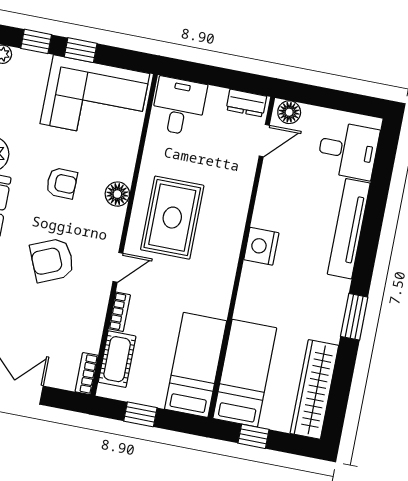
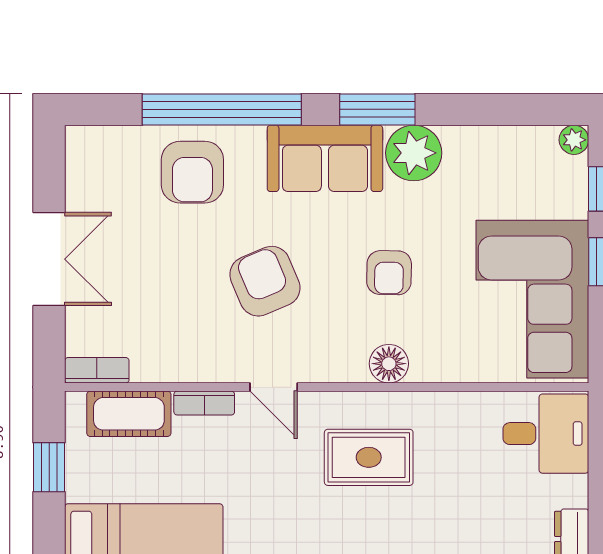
rug: (172, 218) -> (369, 457), width x0.73, depth x0.70

